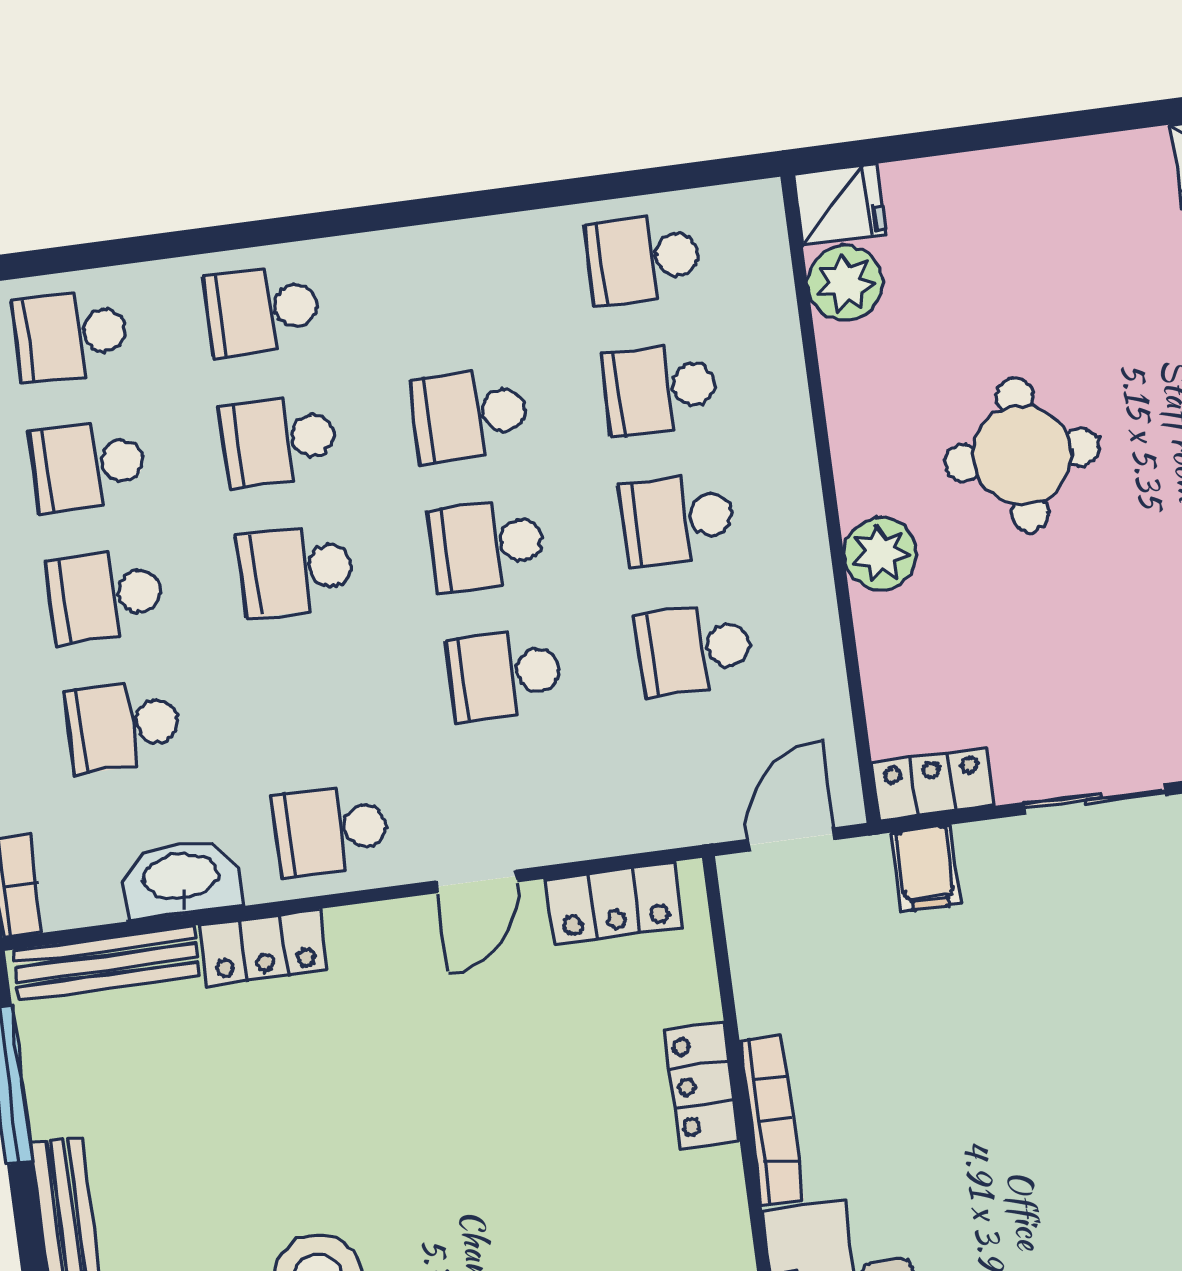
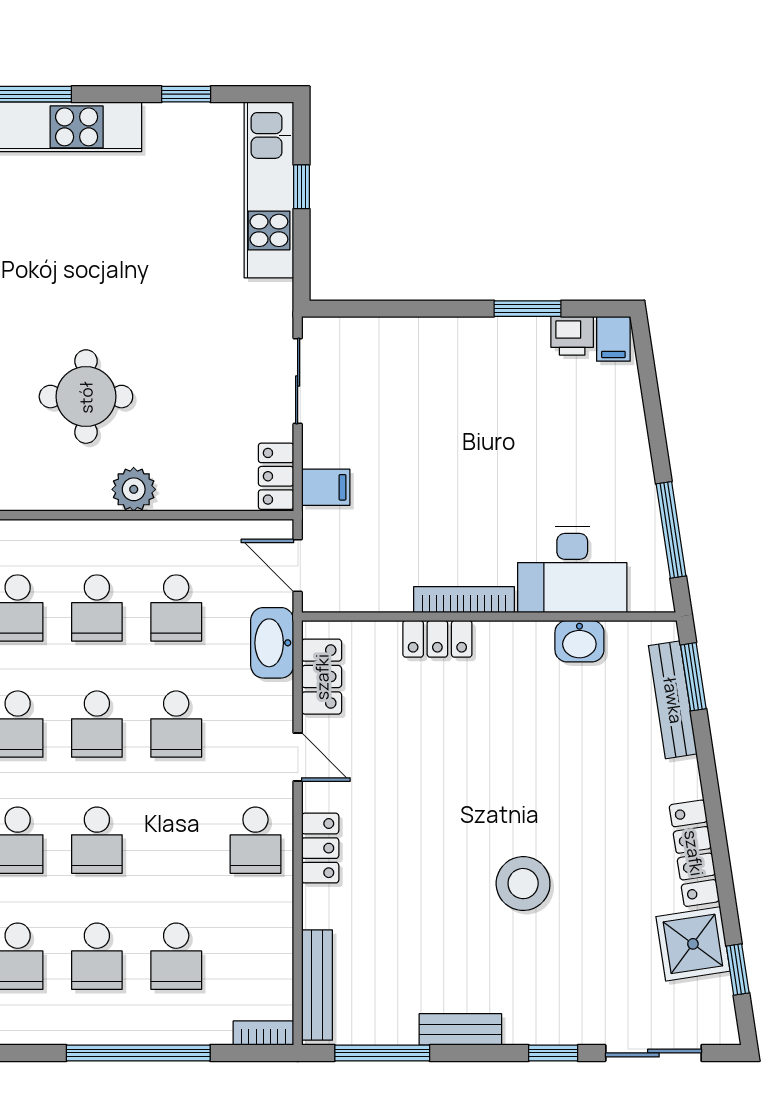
washbasin: (181, 878) -> (272, 643), moved
locker: (264, 947) -> (320, 848), moved

